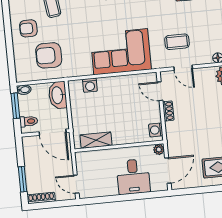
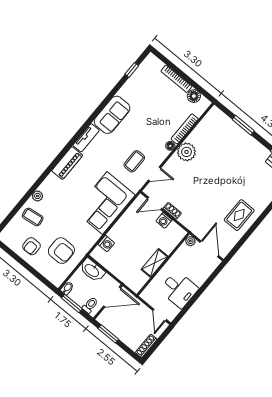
armchair: (49, 55) -> (61, 251), turned -90
washing machine: (156, 130) -> (164, 220), moved
shelving: (96, 140) -> (155, 263), moved
desk: (133, 177) -> (179, 289), moved
window: (23, 179) -> (108, 334), moved
door: (76, 184) -> (160, 315), hinge flipped

